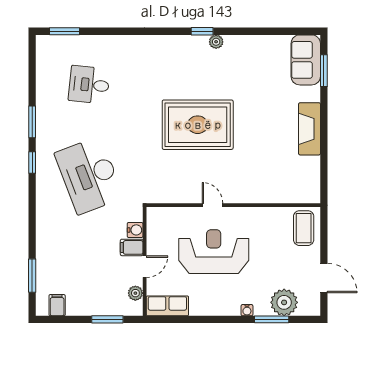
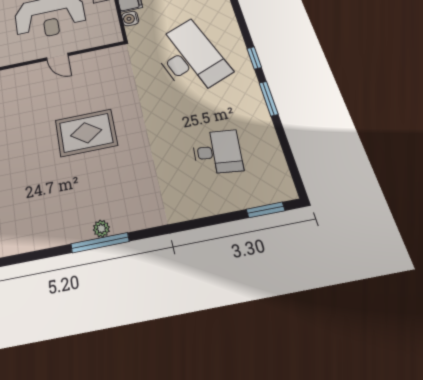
window: (202, 31) -> (100, 243), width x2.17
plant: (216, 42) -> (101, 229), moved
rug: (198, 125) -> (86, 133), width x0.73, depth x0.69

